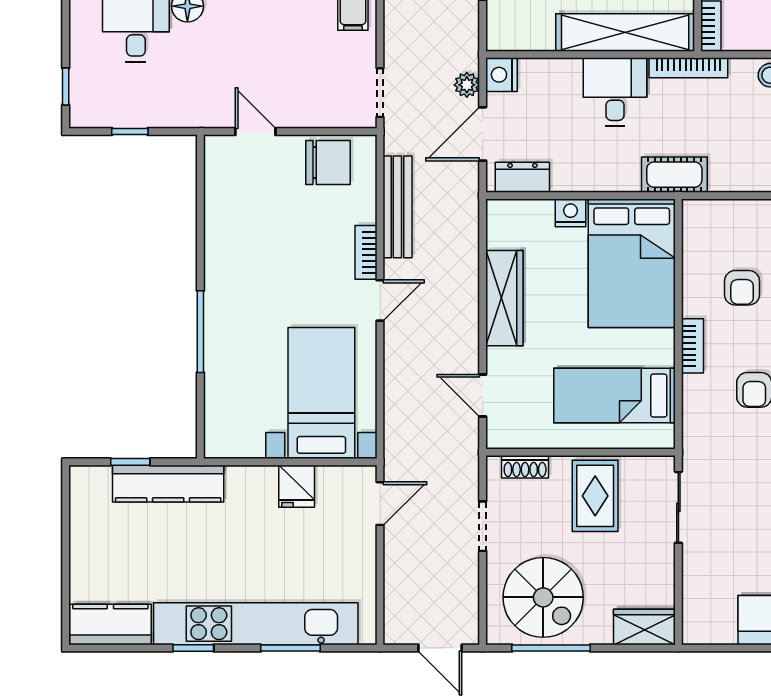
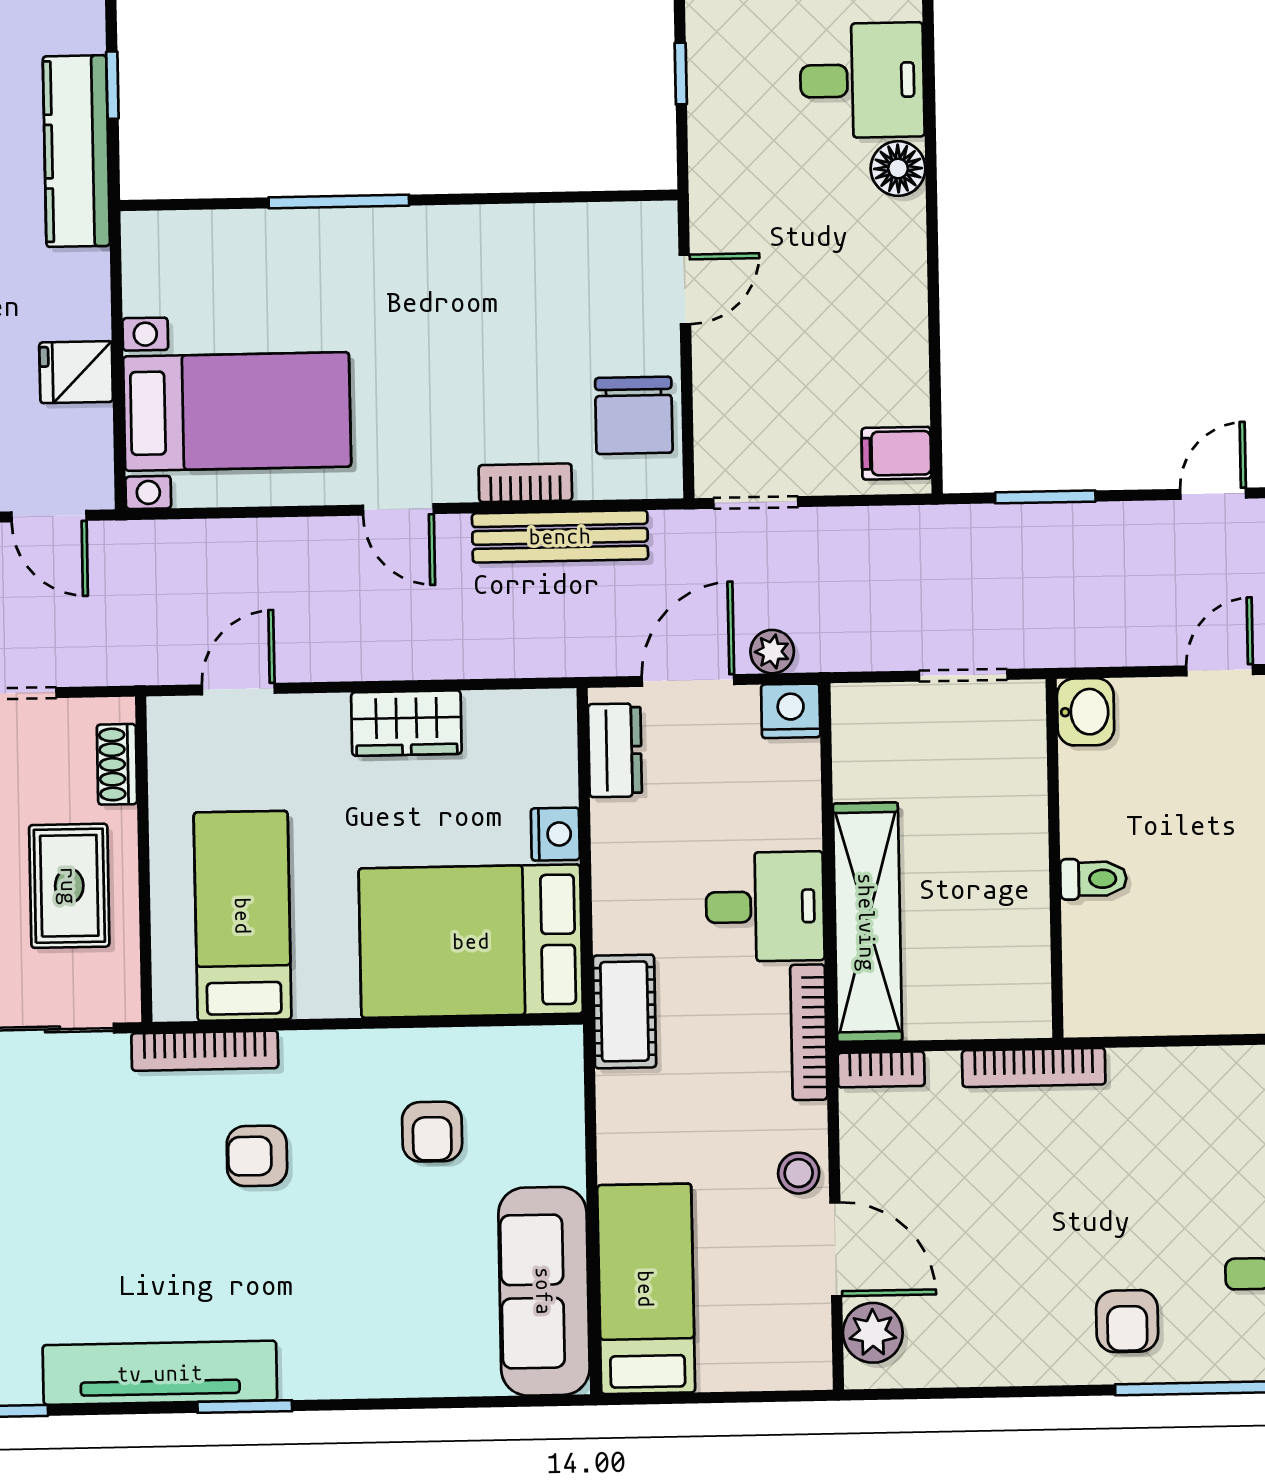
door: (483, 134) -> (688, 680), hinge flipped
bookcase: (366, 252) -> (525, 483), moved
armchair: (742, 288) -> (432, 1132), turned -90
wardrobe: (504, 298) -> (406, 723), width x0.67
bookcase: (692, 346) -> (205, 1051), moved, width x1.56
rug: (595, 496) -> (69, 886), turned 90

